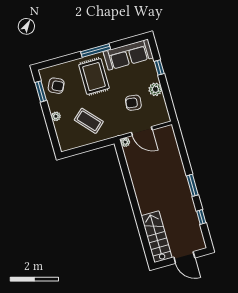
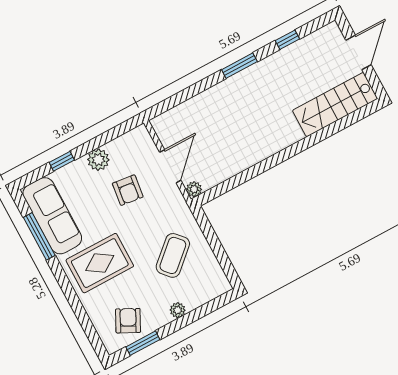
window: (96, 50) -> (39, 236), moved

